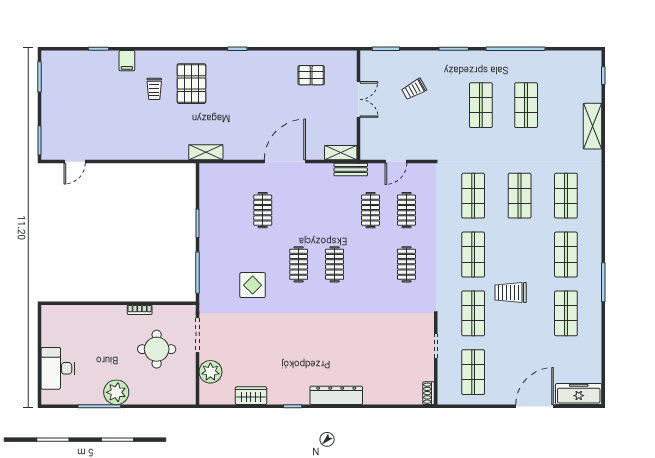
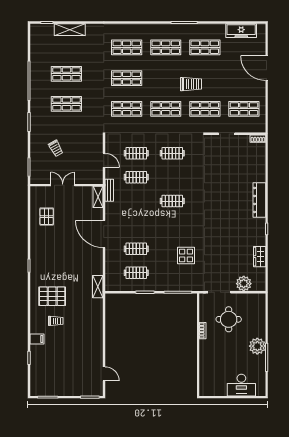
shelving: (592, 126) -> (70, 30), moved
clothes rail: (299, 264) -> (136, 273), moved
trolley: (511, 292) -> (191, 84), turned -90
freezer: (579, 394) -> (241, 31), moved, turned -90

